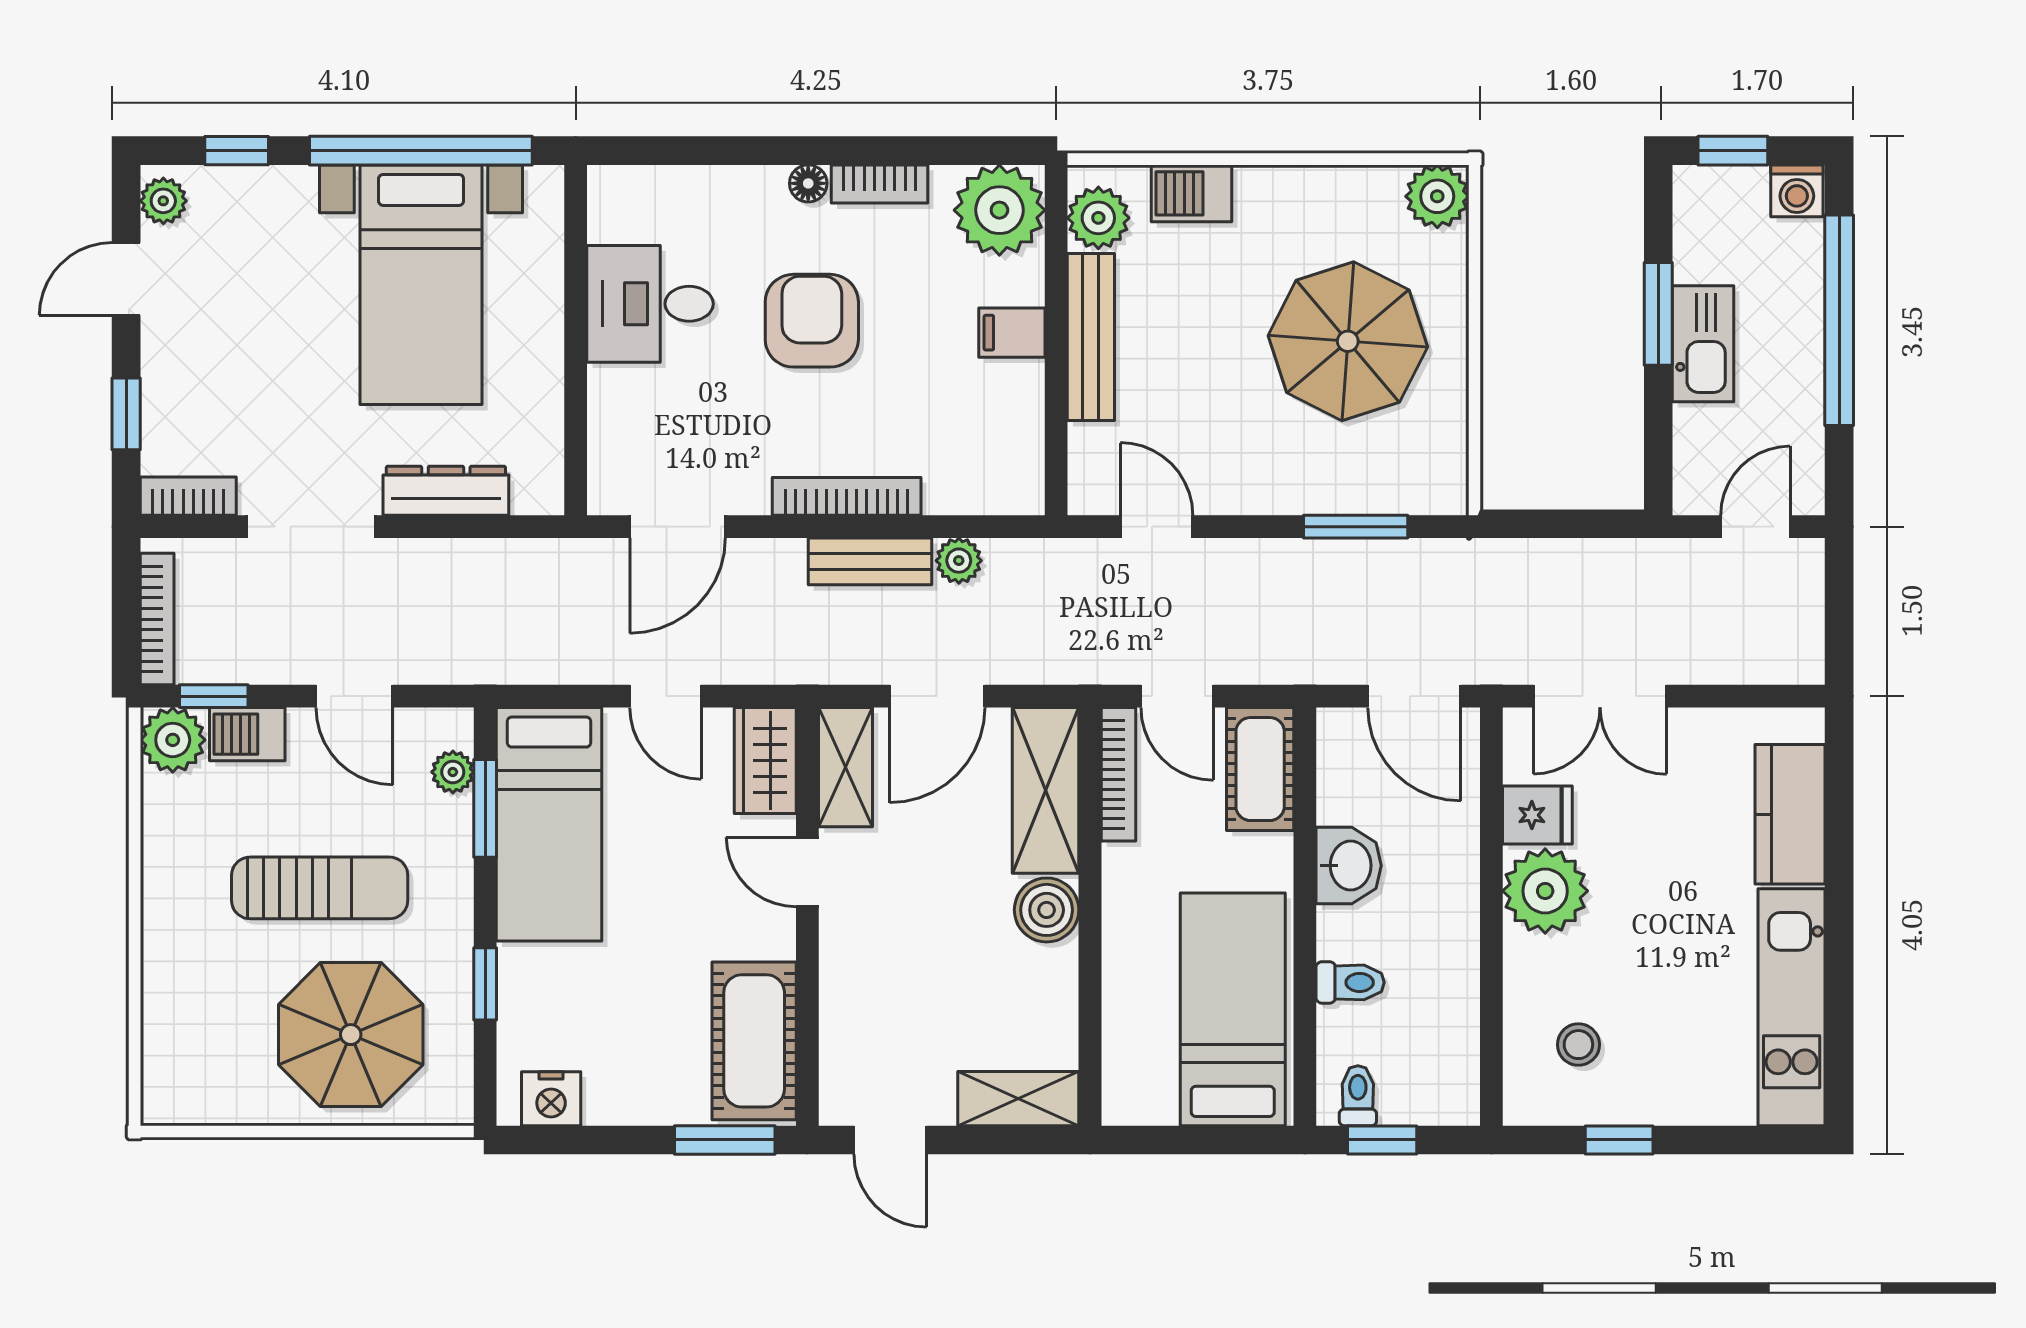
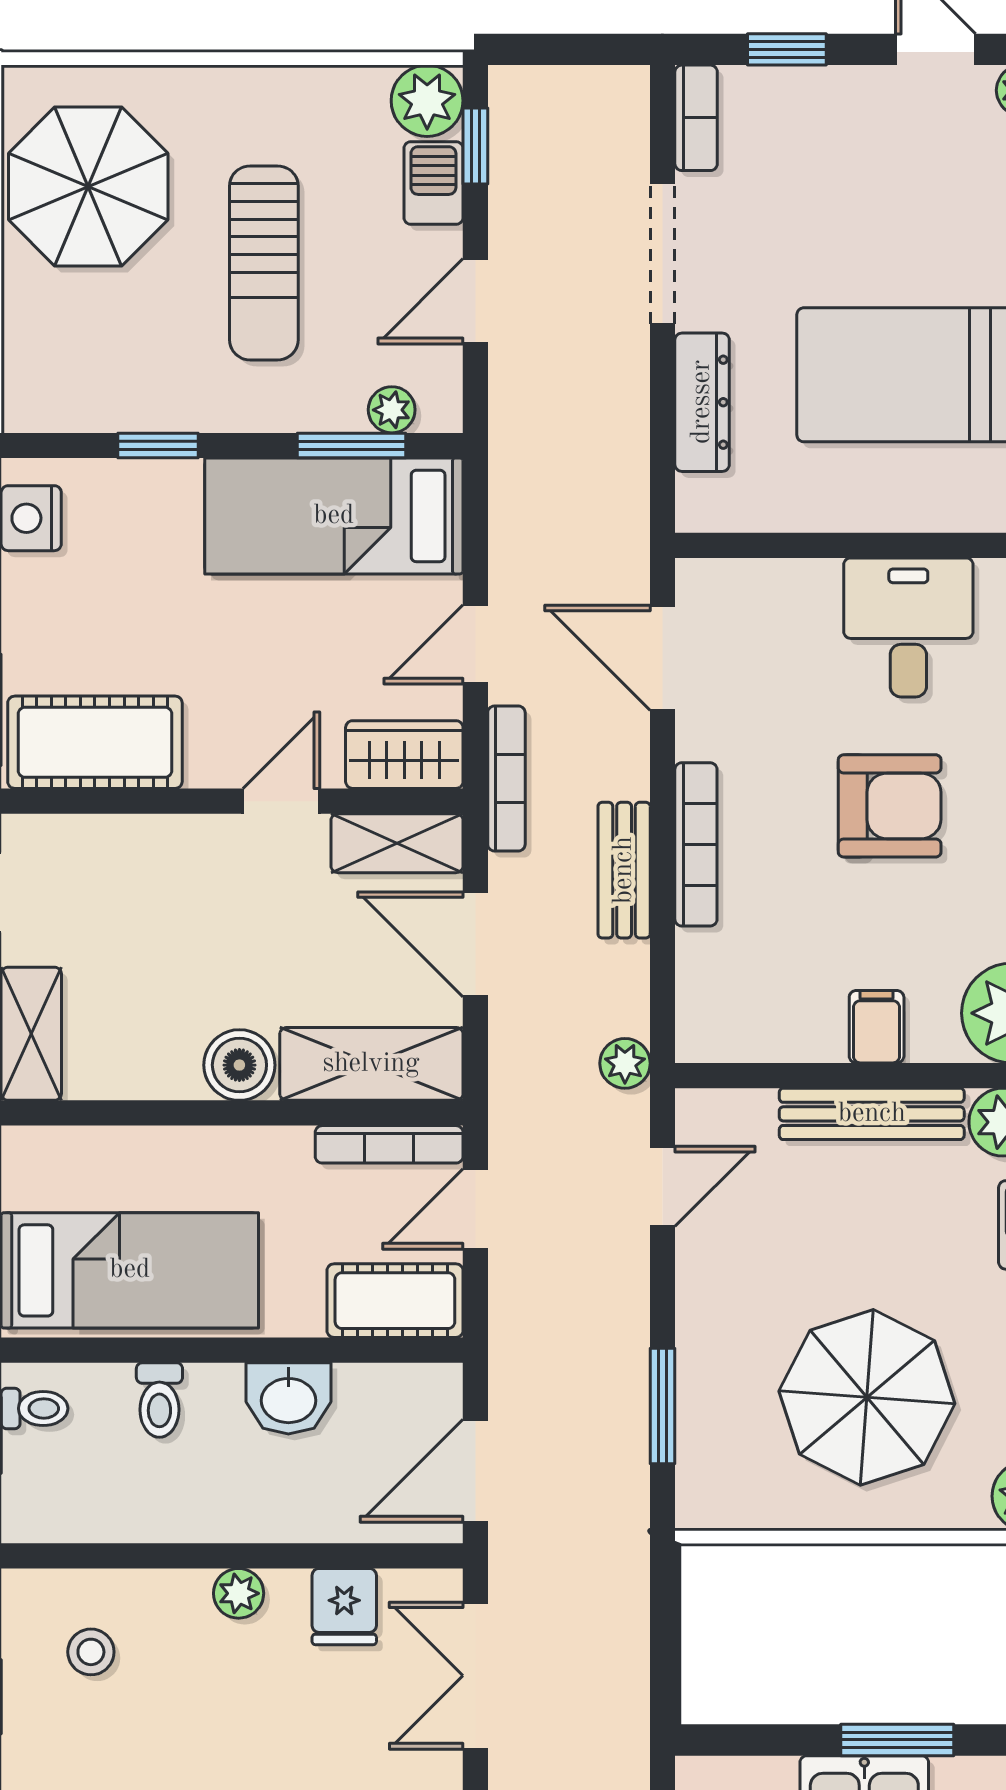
plant: (959, 561) -> (625, 1063), moved
bookcase: (157, 619) -> (506, 778), moved, turned -90
plant: (1545, 891) -> (239, 1593), width x0.53, depth x0.53
parasol: (351, 1035) -> (88, 187), moved

